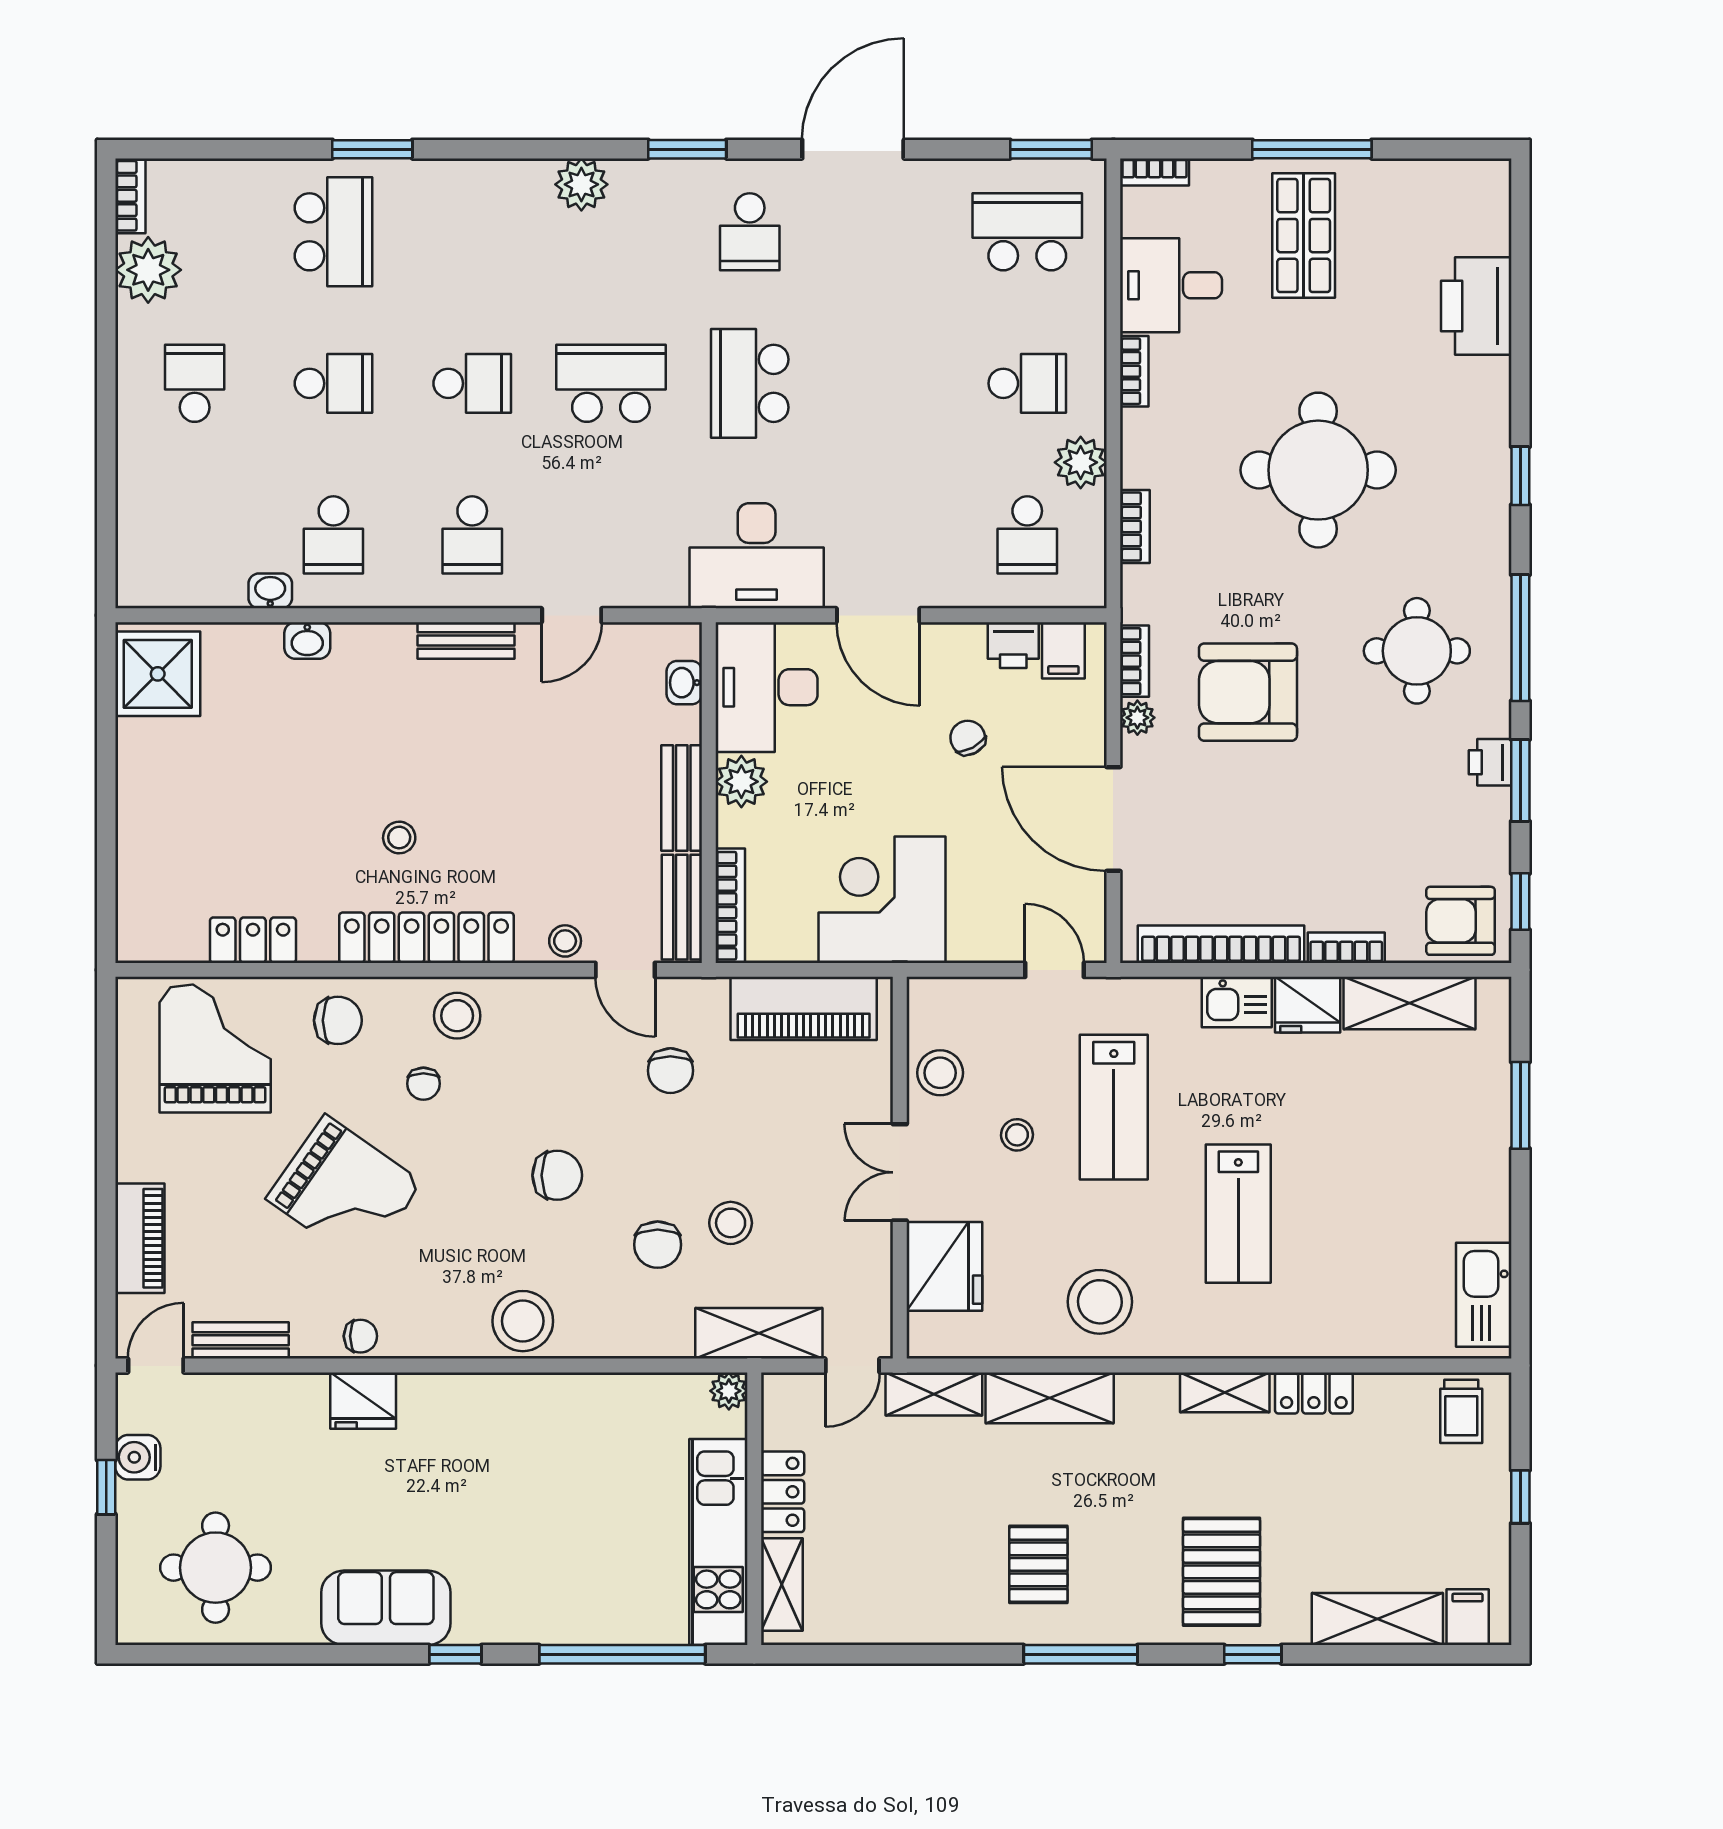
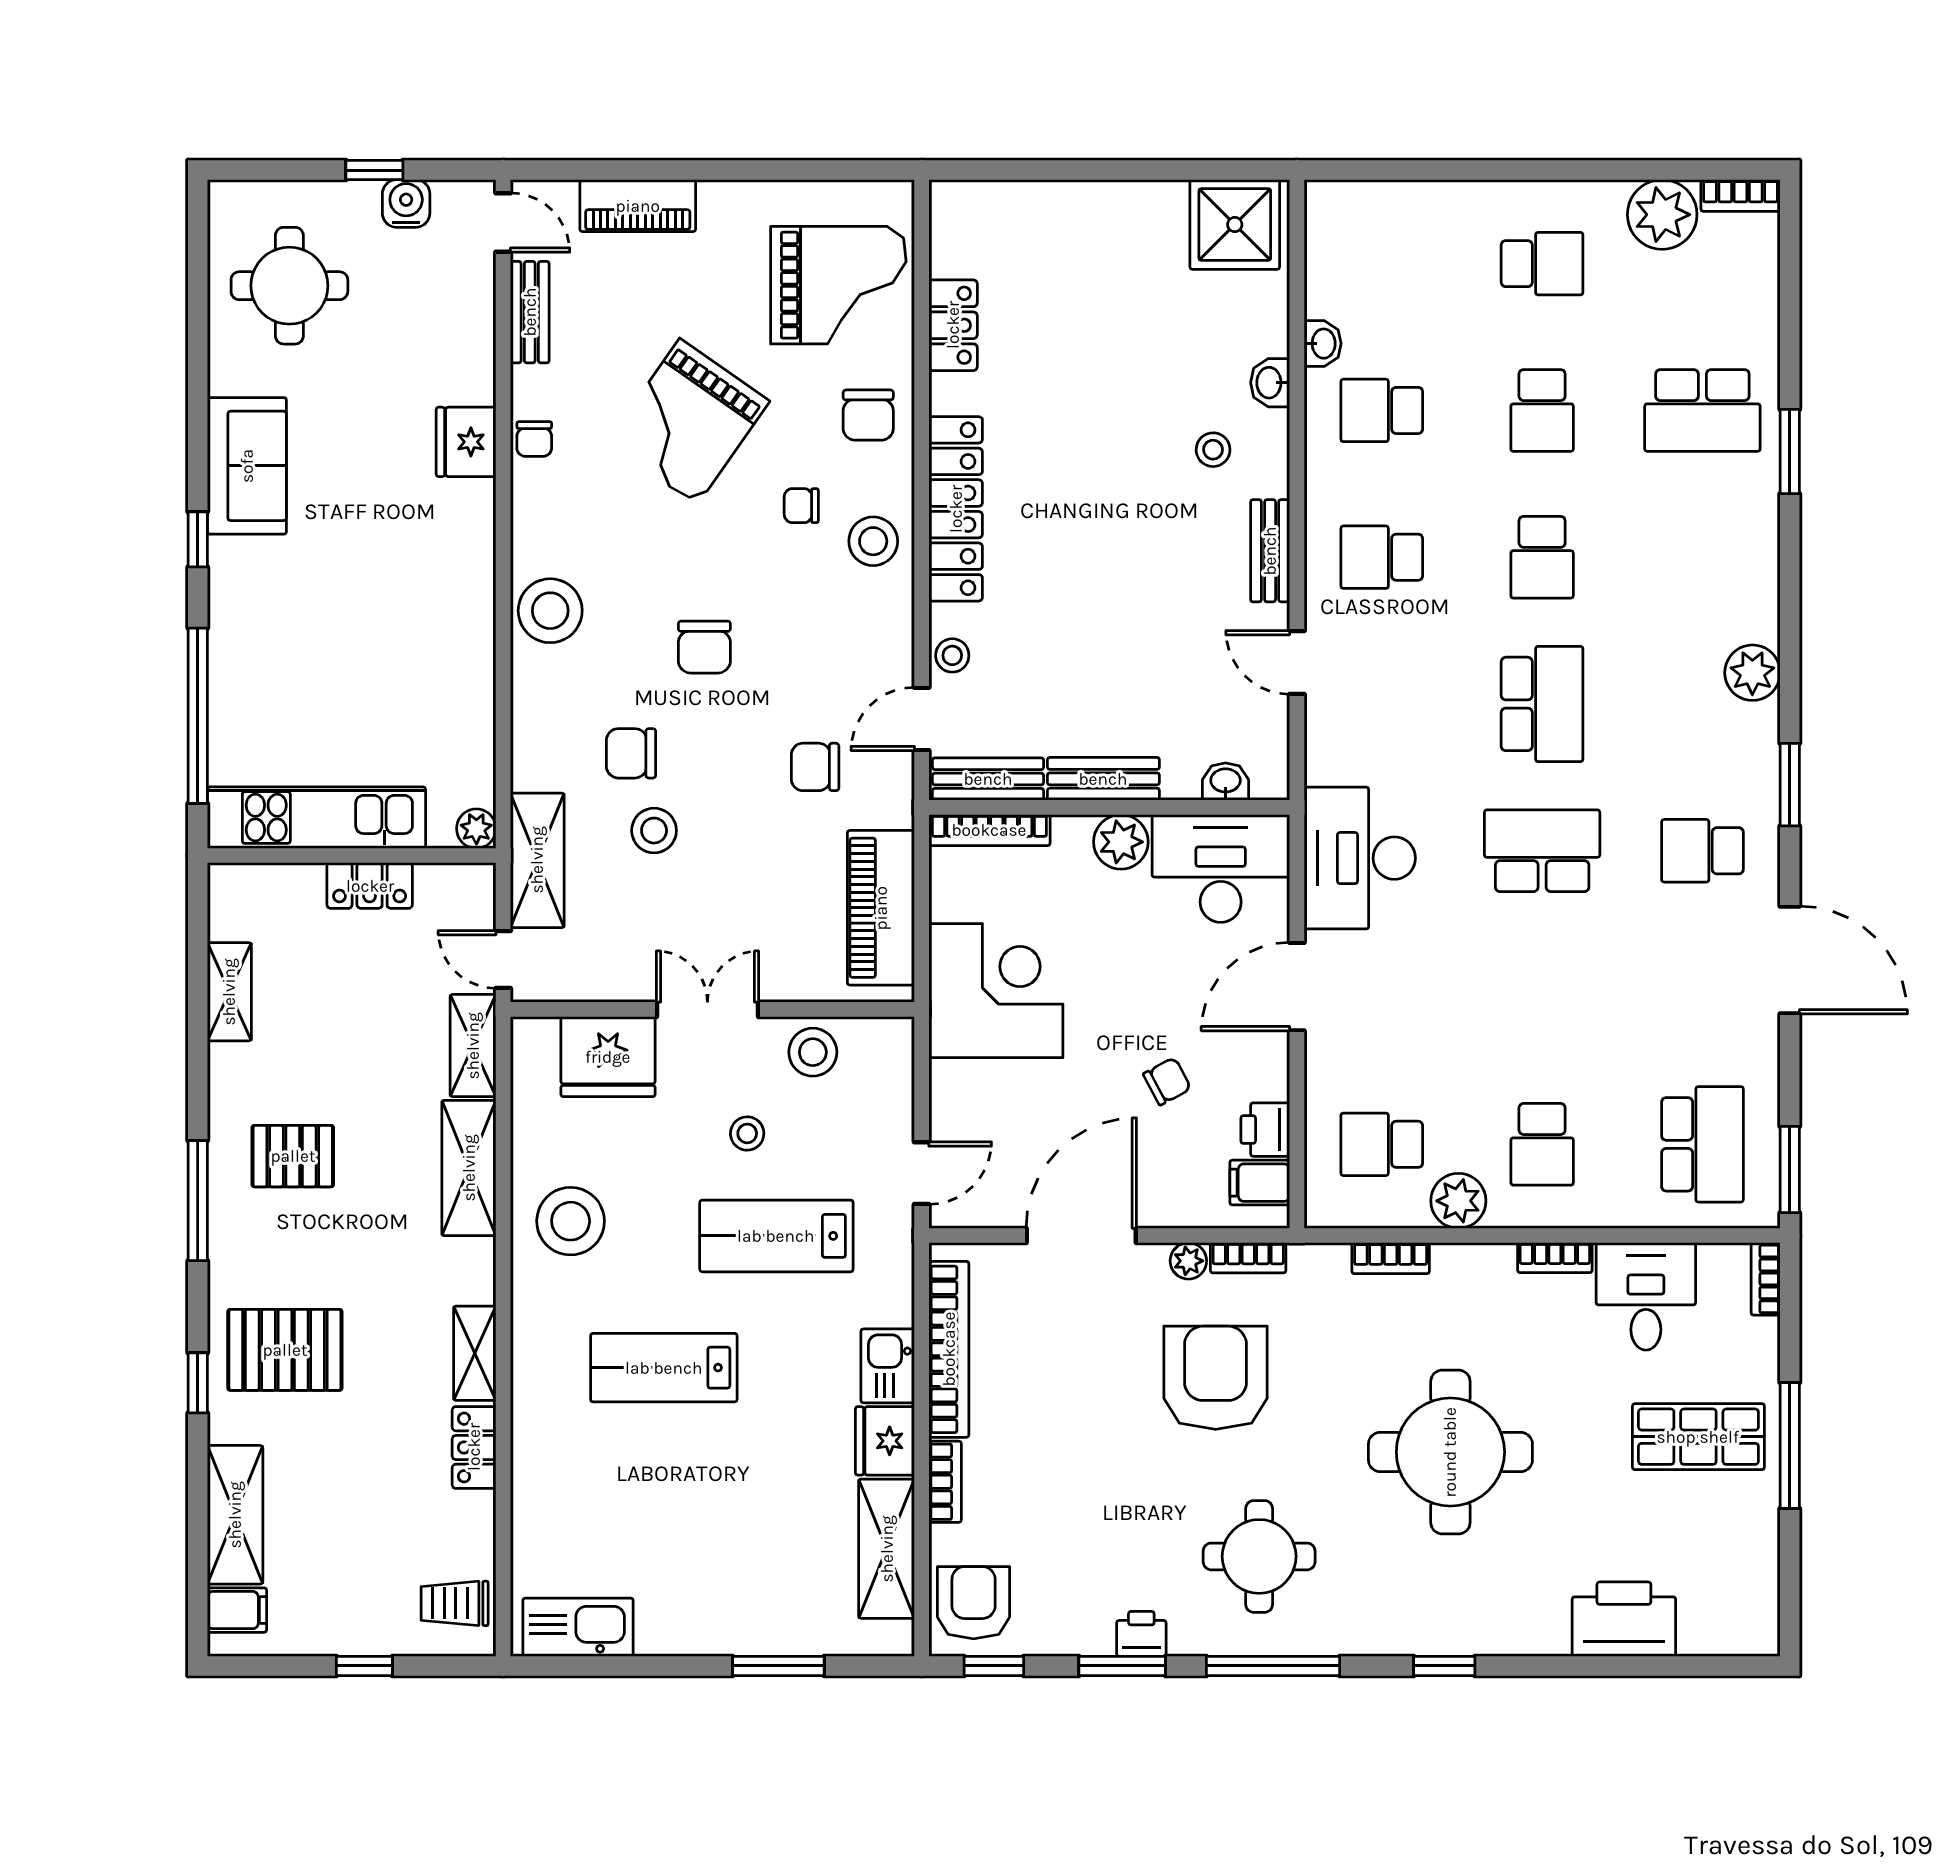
stool: (399, 838) -> (1213, 450), moved
shelving: (782, 1584) -> (229, 992), moved, turned 90

